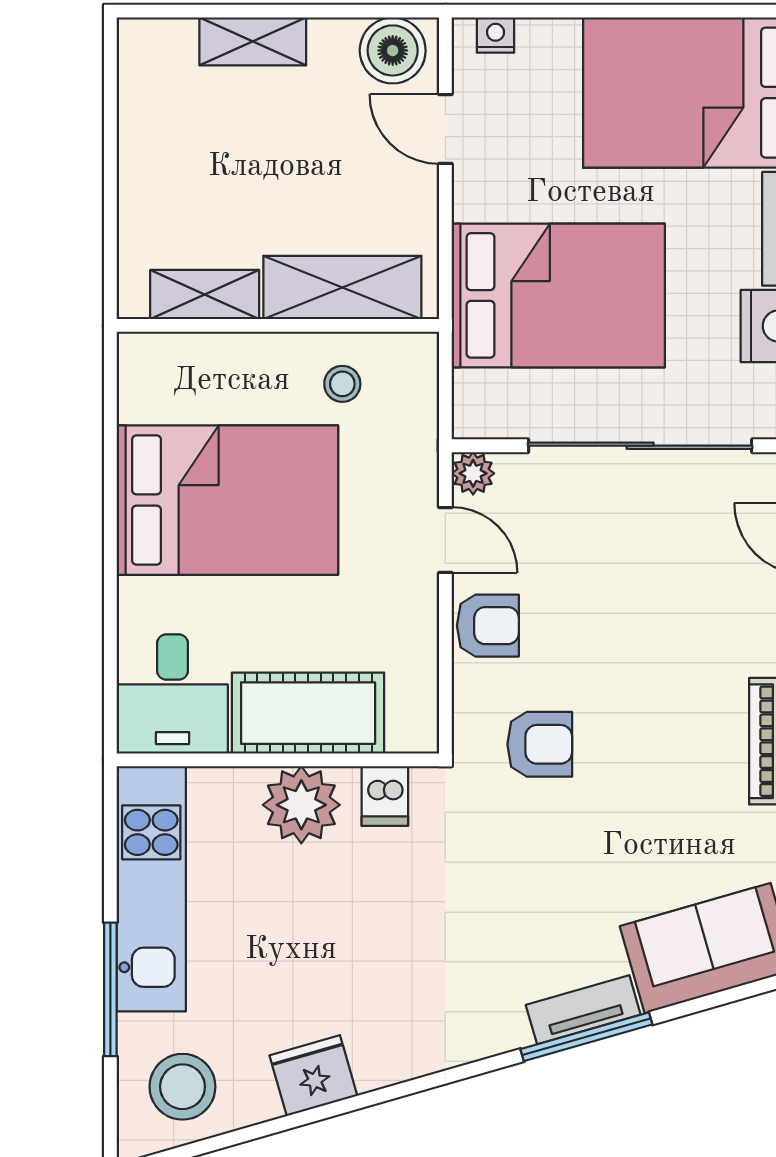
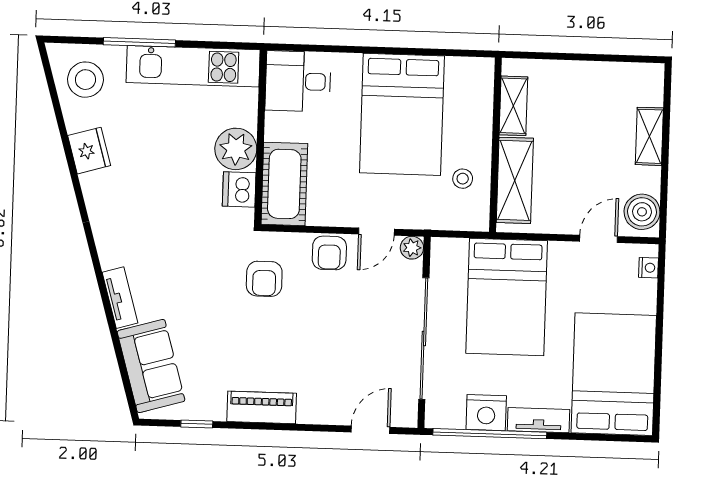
cot: (308, 713) -> (284, 184), moved
dishwasher: (385, 796) -> (239, 189), width x1.38
window: (586, 1037) -> (105, 299), removed

